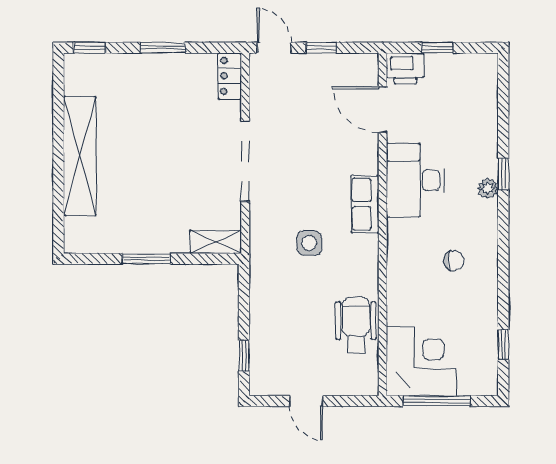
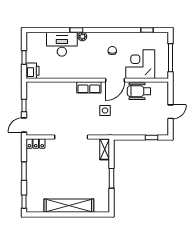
door: (383, 109) -> (115, 80), moved
desk: (415, 180) -> (62, 44), moved, turned 180
corner desk: (421, 361) -> (140, 64), moved

